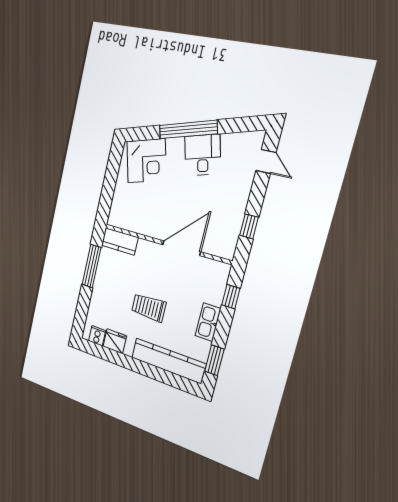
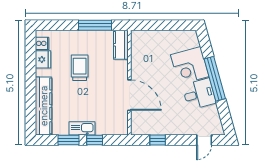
corner desk: (146, 161) -> (190, 66), moved
window: (231, 297) -> (95, 140), moved
trolley: (149, 307) -> (80, 68), moved
window: (214, 360) -> (68, 140), moved

